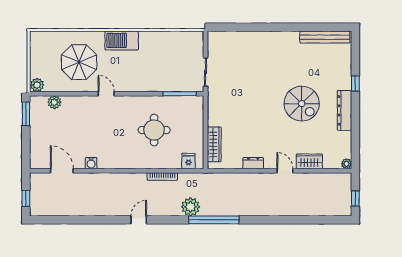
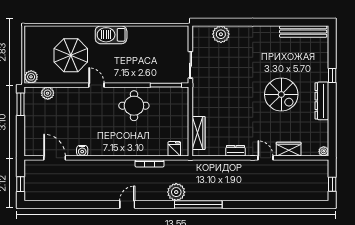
plant: (238, 40) -> (221, 34), added
round table: (154, 130) -> (134, 106), moved

